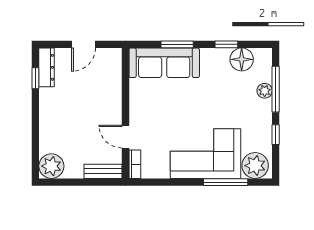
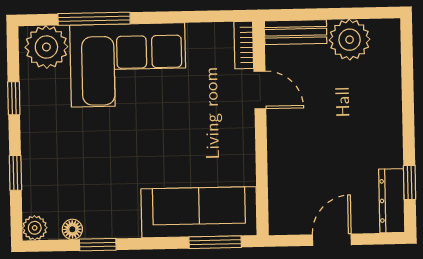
window: (177, 44) -> (215, 242), moved
floor lamp: (242, 59) -> (72, 229), width x0.53, depth x0.53
window: (276, 89) -> (15, 173), width x0.46
plant: (265, 91) -> (35, 228), moved
plant: (51, 166) -> (350, 40), moved

